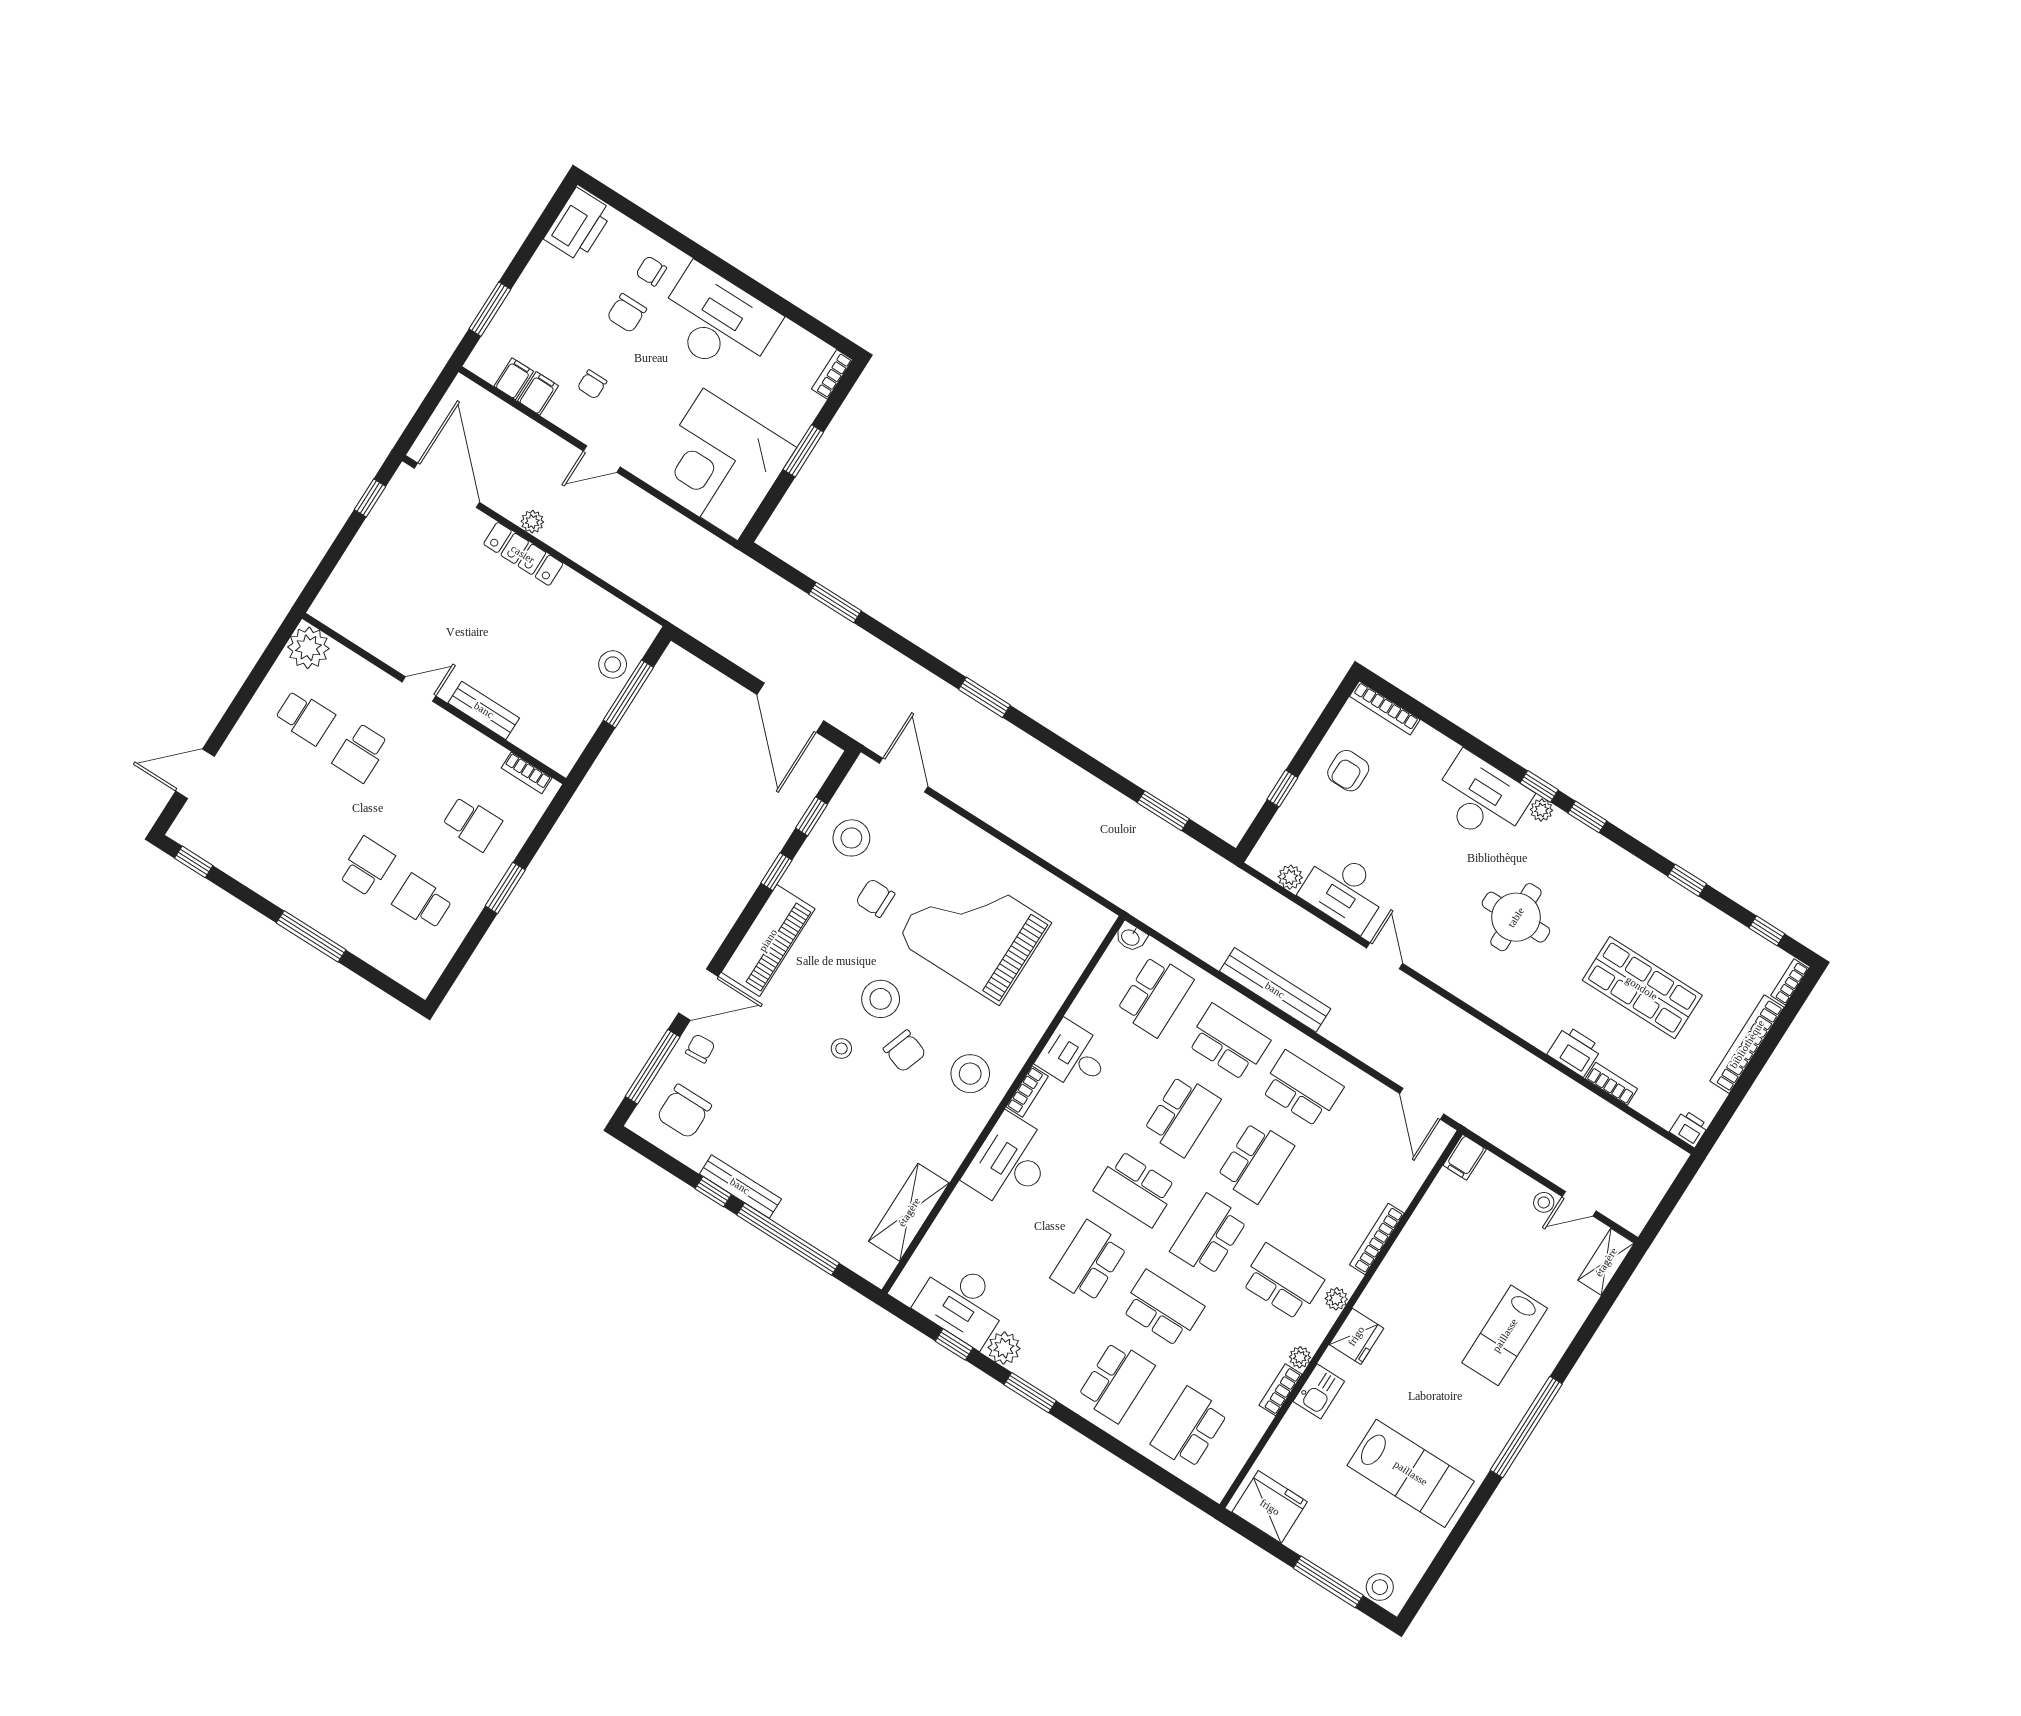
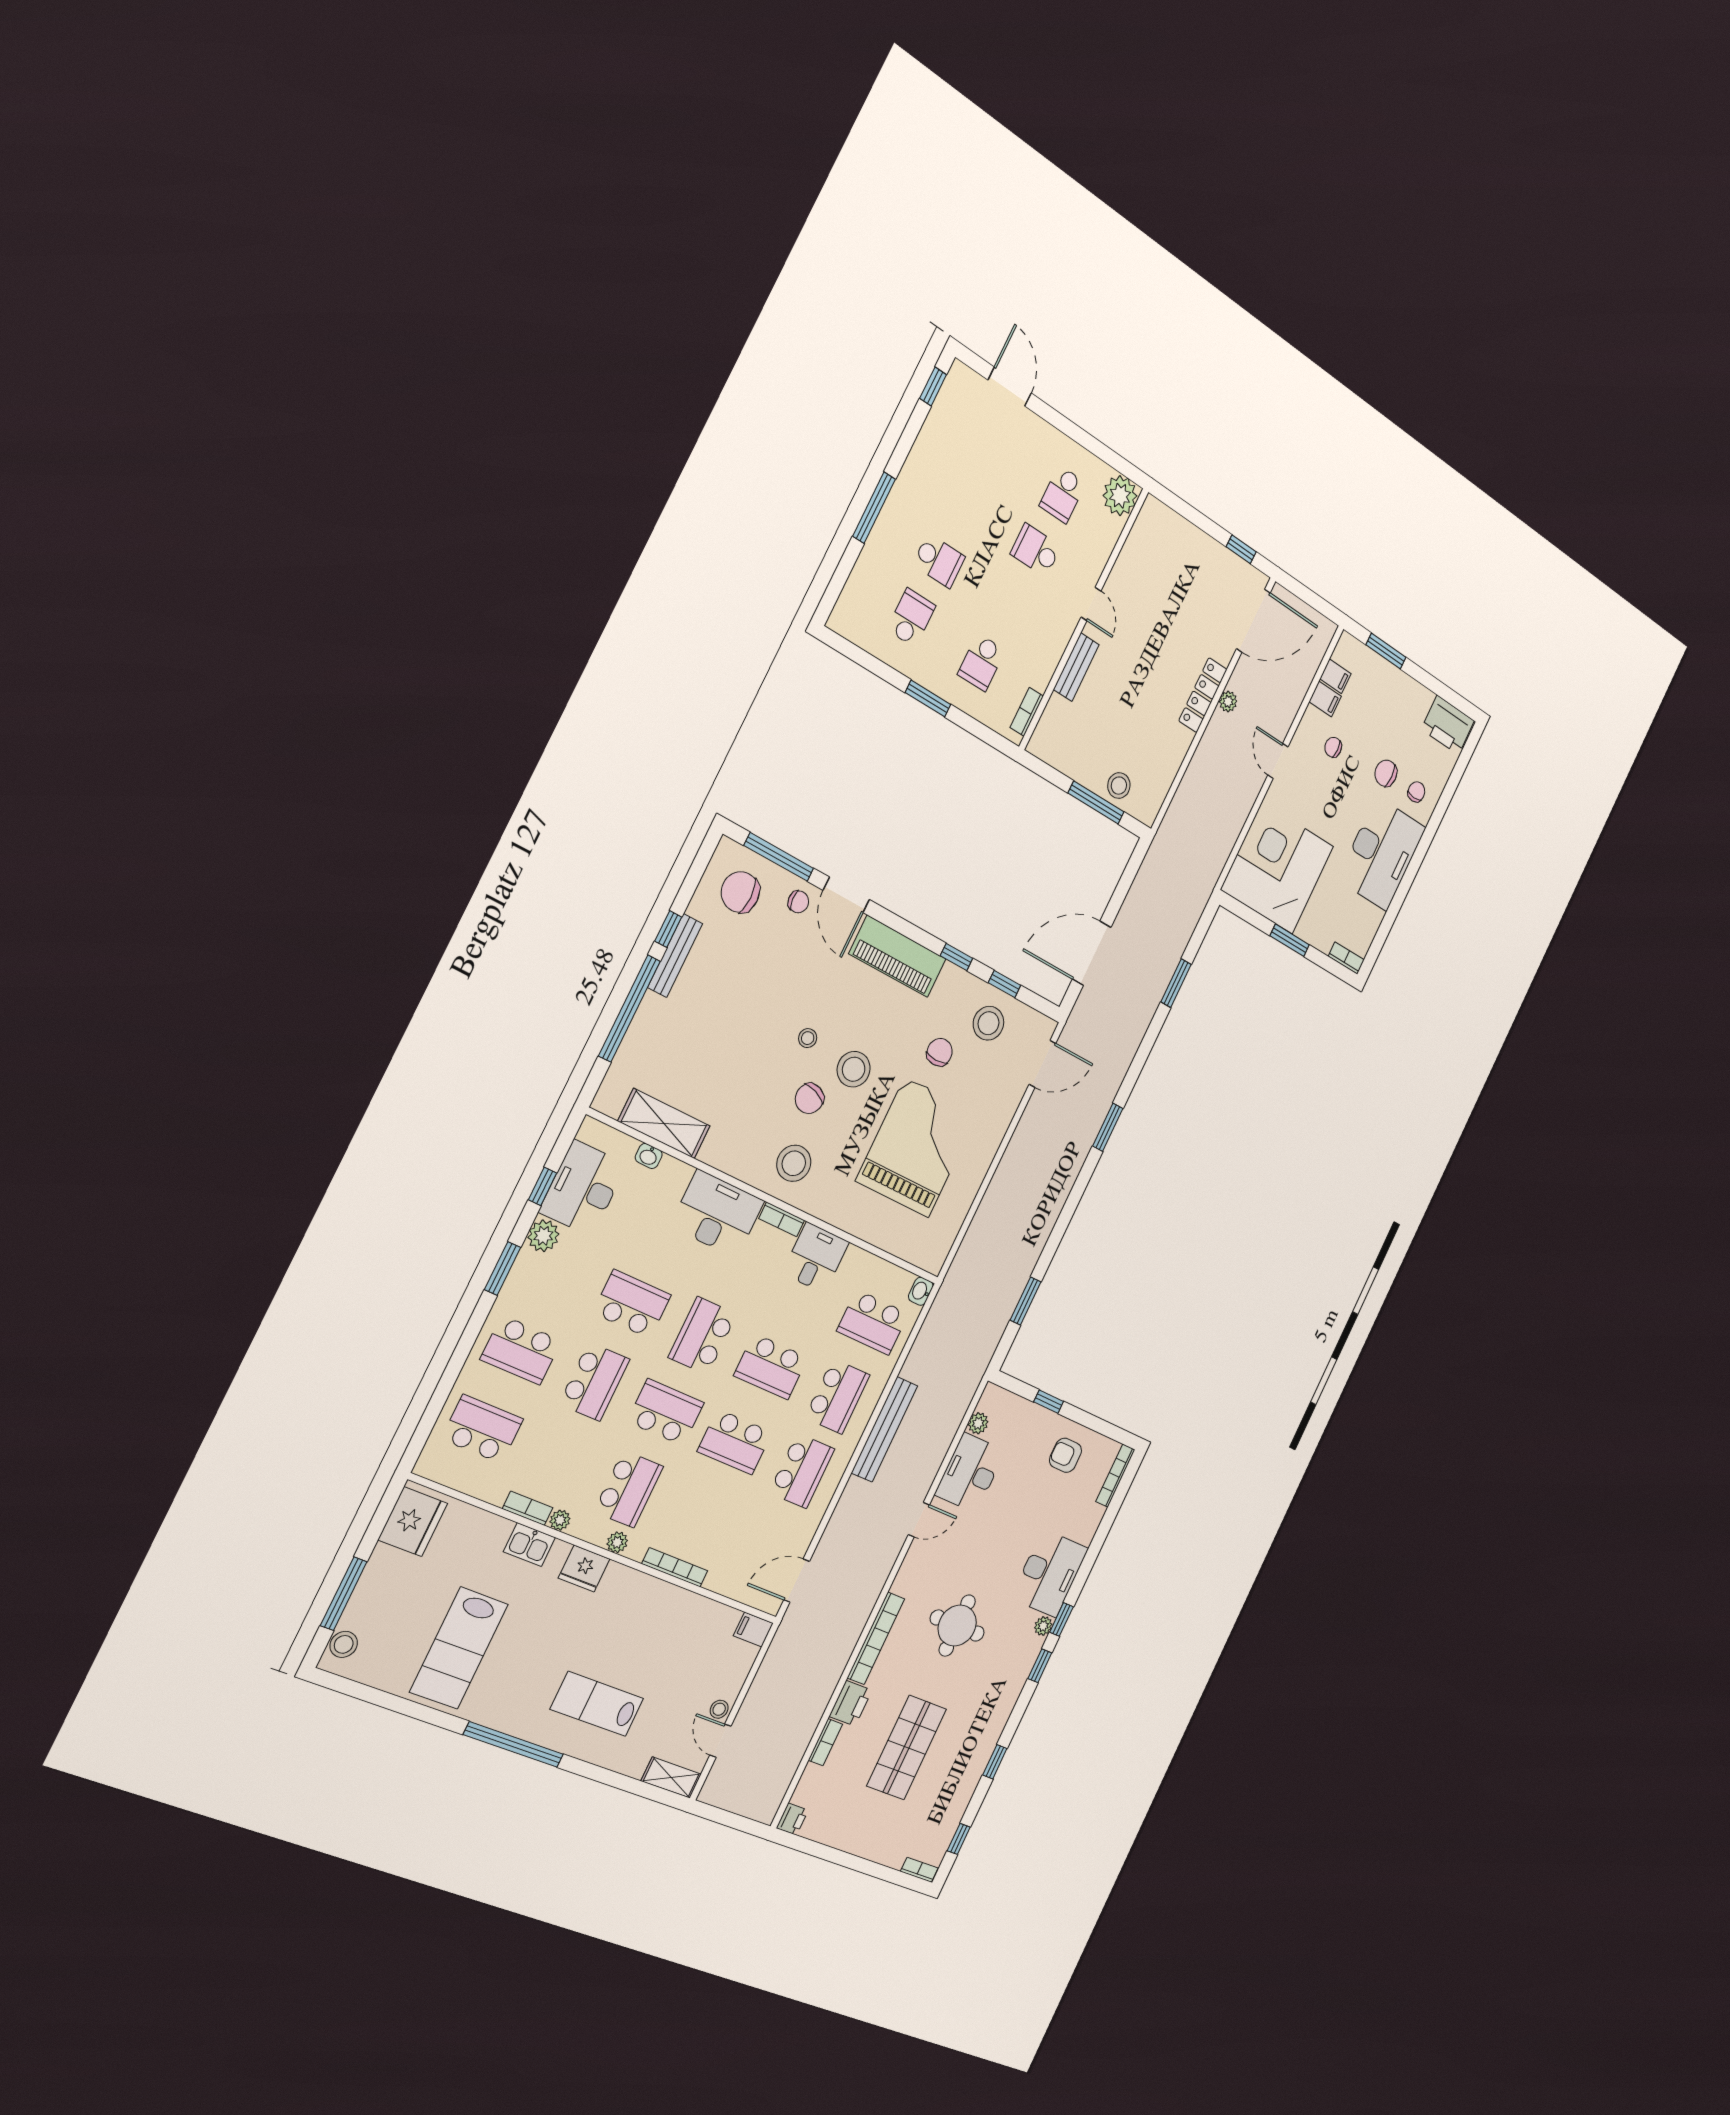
bookcase: (1747, 1044) -> (876, 1638), moved, turned 90
washbasin: (940, 1231) -> (649, 1156), added

